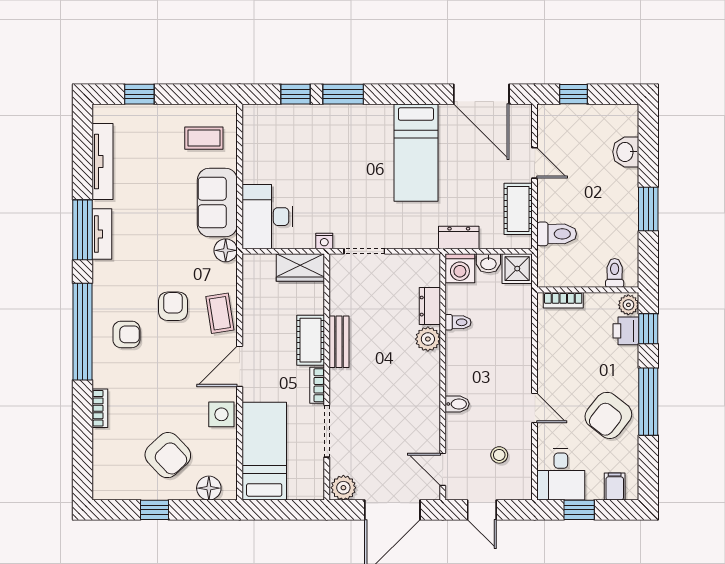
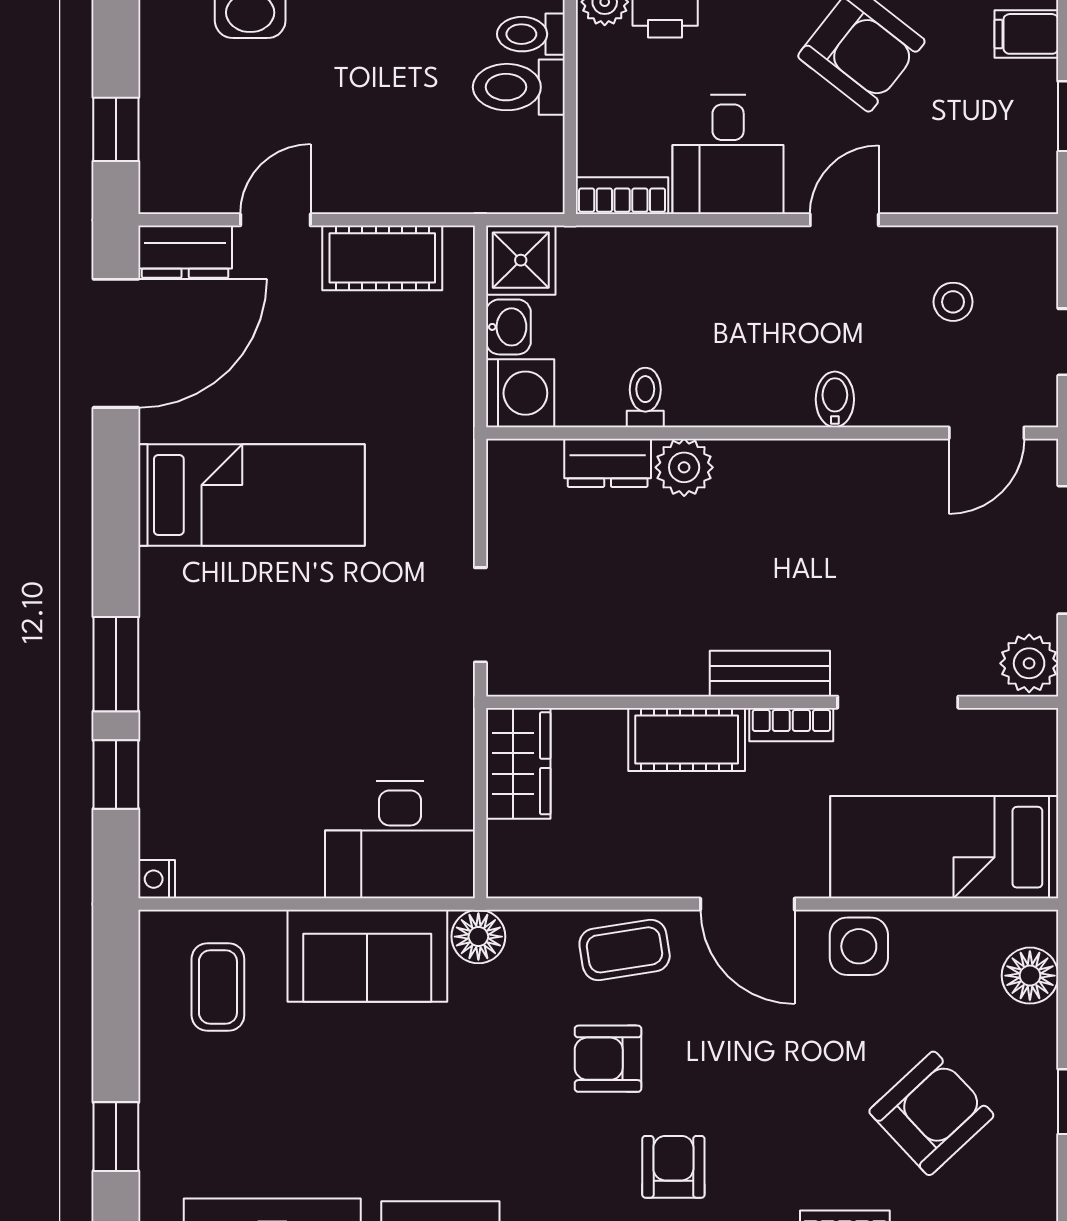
toilet: (557, 234) -> (519, 87), moved, turned -90
dresser: (459, 237) -> (185, 252), moved, turned -90
nightstand: (324, 241) -> (157, 879), moved, turned 180
bookcase: (563, 300) -> (622, 196), moved, turned -90
bench: (339, 342) -> (770, 674), moved
armchair: (168, 455) -> (931, 1113), moved
desk: (561, 474) -> (728, 154), moved, turned 90

